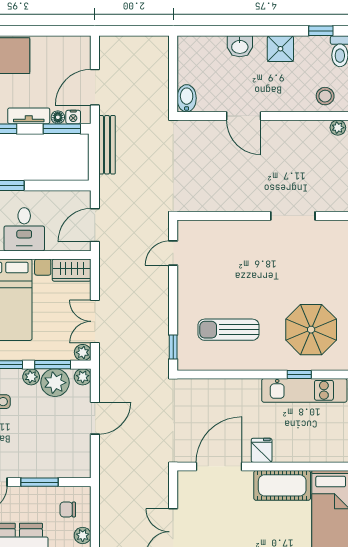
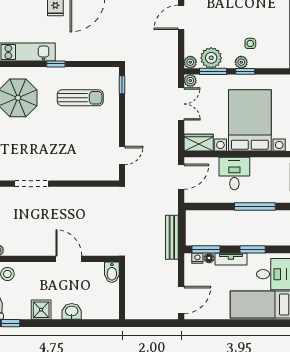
door: (95, 87) -> (181, 300), moved
window: (299, 374) -> (56, 64), moved
plant: (31, 377) -> (241, 62), moved
door: (95, 418) -> (181, 17), moved

